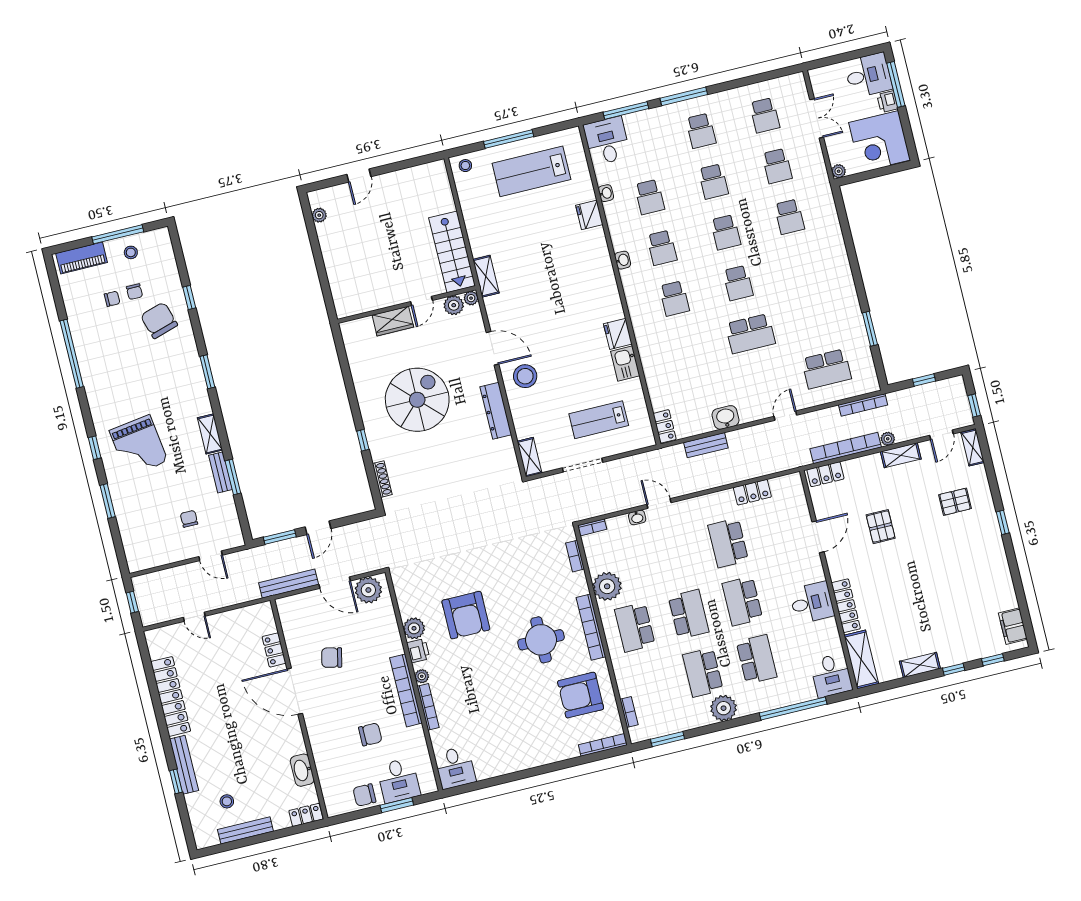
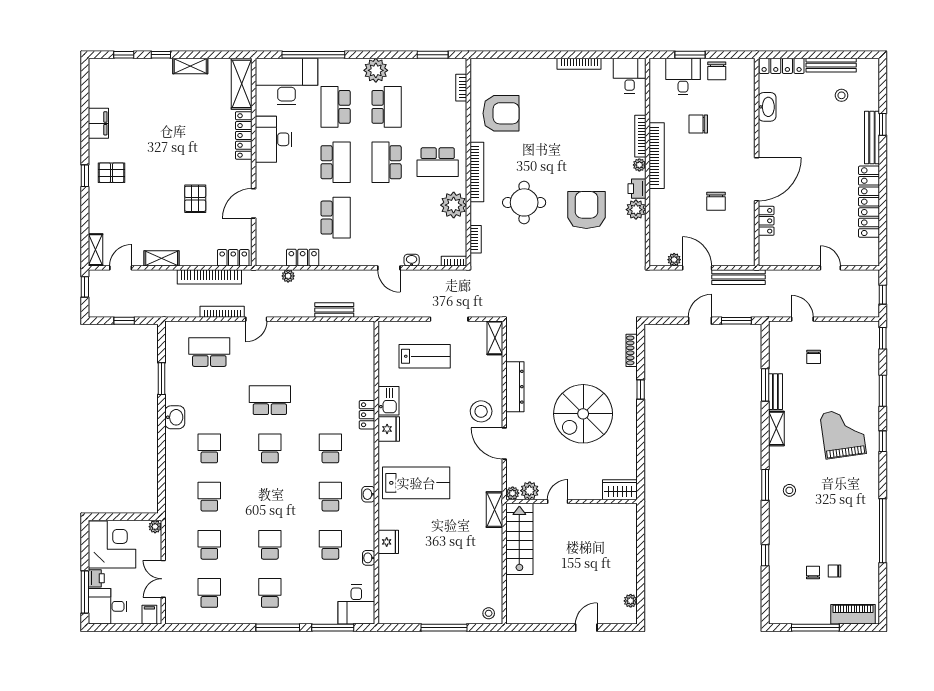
filing cabinet: (822, 77) -> (149, 615), added
lab bench: (531, 171) -> (416, 483), moved
school desk: (726, 232) -> (209, 448), moved
stool: (131, 252) -> (789, 490), moved
chair: (159, 320) -> (797, 541), removed
wardrobe: (393, 321) -> (620, 490), moved
bookcase: (863, 405) -> (222, 312), moved
washbasin: (726, 417) -> (175, 417), moved, turned -90
locker: (665, 426) -> (367, 415), moved
plant: (888, 439) -> (288, 276), moved
pallet: (955, 502) -> (112, 173), moved
window: (121, 556) -> (883, 338), added
plant: (368, 590) -> (674, 260), width x0.53, depth x0.53
desk: (812, 603) -> (273, 139), width x1.37
filing cabinet: (1013, 626) -> (98, 123), moved
school desk: (635, 627) -> (438, 162), turned 90
round table: (541, 640) -> (524, 202), moved
chair: (332, 658) -> (716, 201), turned 77
desk: (831, 675) -> (287, 82), width x1.87, depth x1.30
door: (295, 691) -> (757, 179), hinge flipped
bookcase: (603, 745) -> (579, 64), moved
chair: (364, 795) -> (717, 71), turned 90
locker: (306, 815) -> (782, 66), width x1.53

